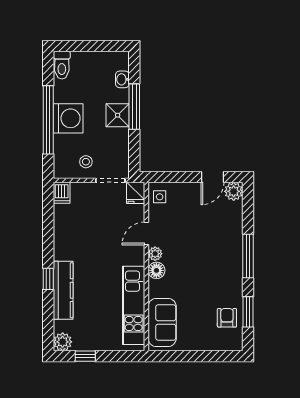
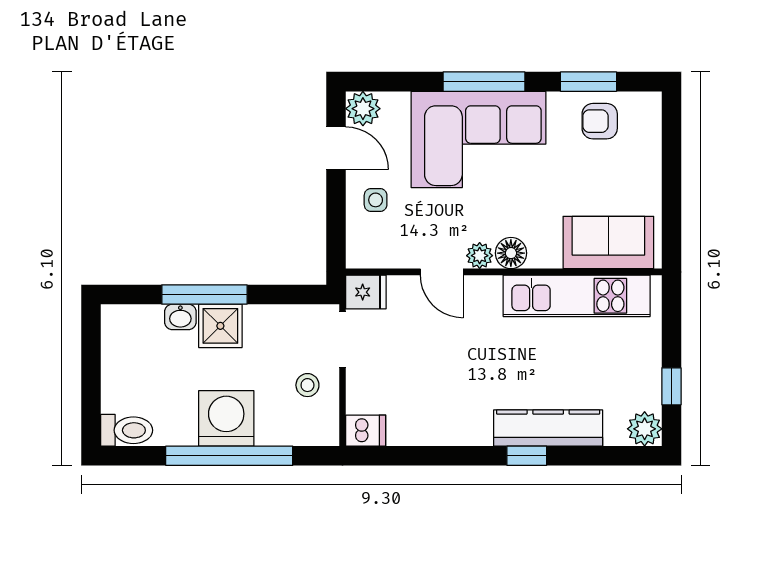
washbasin: (122, 79) -> (180, 317), moved
side table: (160, 197) -> (376, 200), moved
corner sofa: (217, 253) -> (478, 139), added

